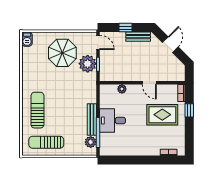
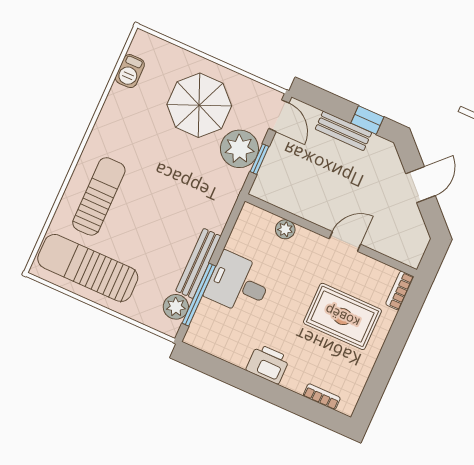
window: (126, 28) -> (367, 120), moved
bench: (138, 37) -> (343, 131), moved
barbecue: (27, 39) -> (130, 71), moved
door: (149, 83) -> (345, 242), swing flipped
window: (189, 110) -> (400, 332), removed
sun lounger: (46, 142) -> (88, 268), width x1.36, depth x1.34
printer: (140, 149) -> (268, 364), added

